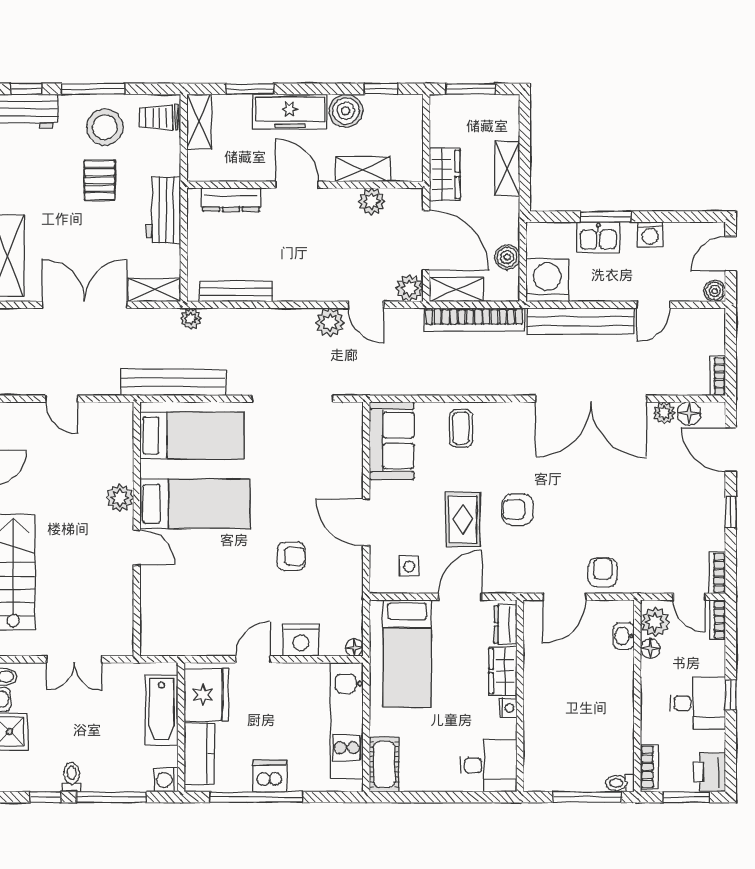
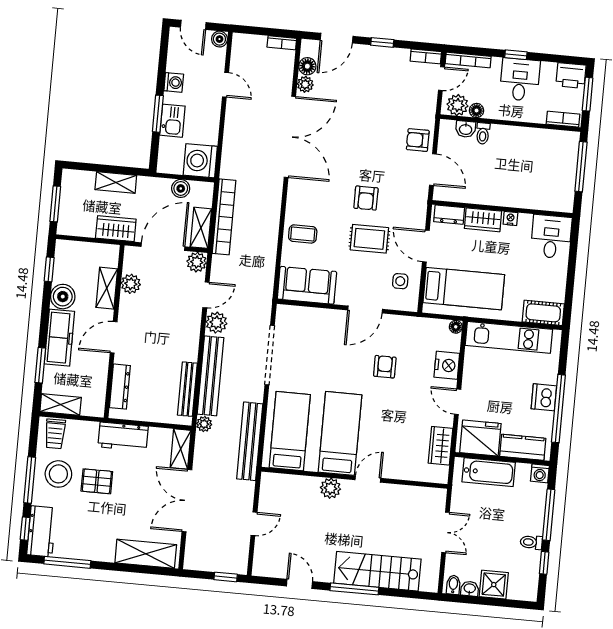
bench: (581, 321) -> (211, 376), moved
bookcase: (718, 620) -> (468, 60), width x1.56
wardrobe: (191, 642) -> (440, 446), added
toilet: (620, 783) -> (483, 133), moved

